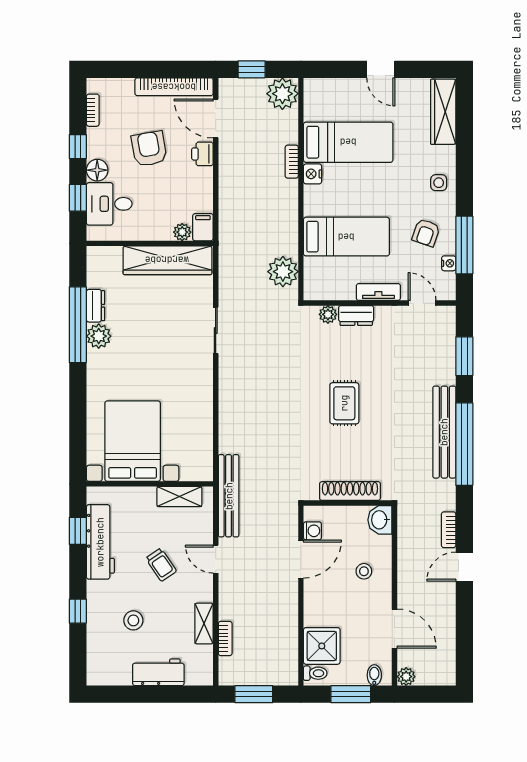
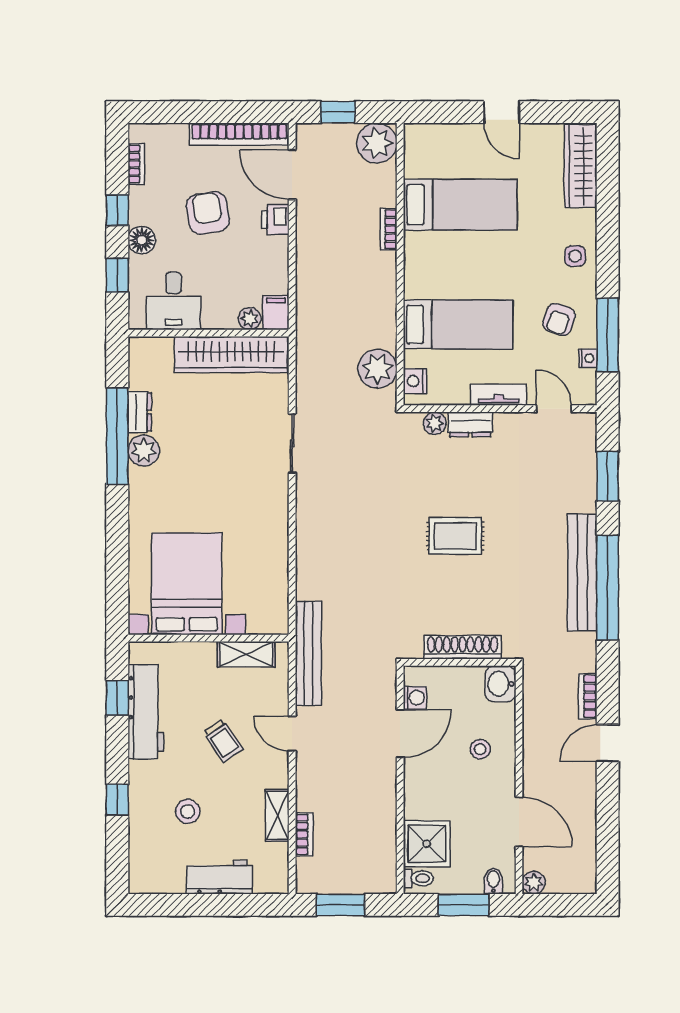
nightstand: (313, 174) -> (415, 381), moved
desk: (109, 204) -> (173, 301), moved, turned -90
rug: (344, 403) -> (455, 536), turned 90

